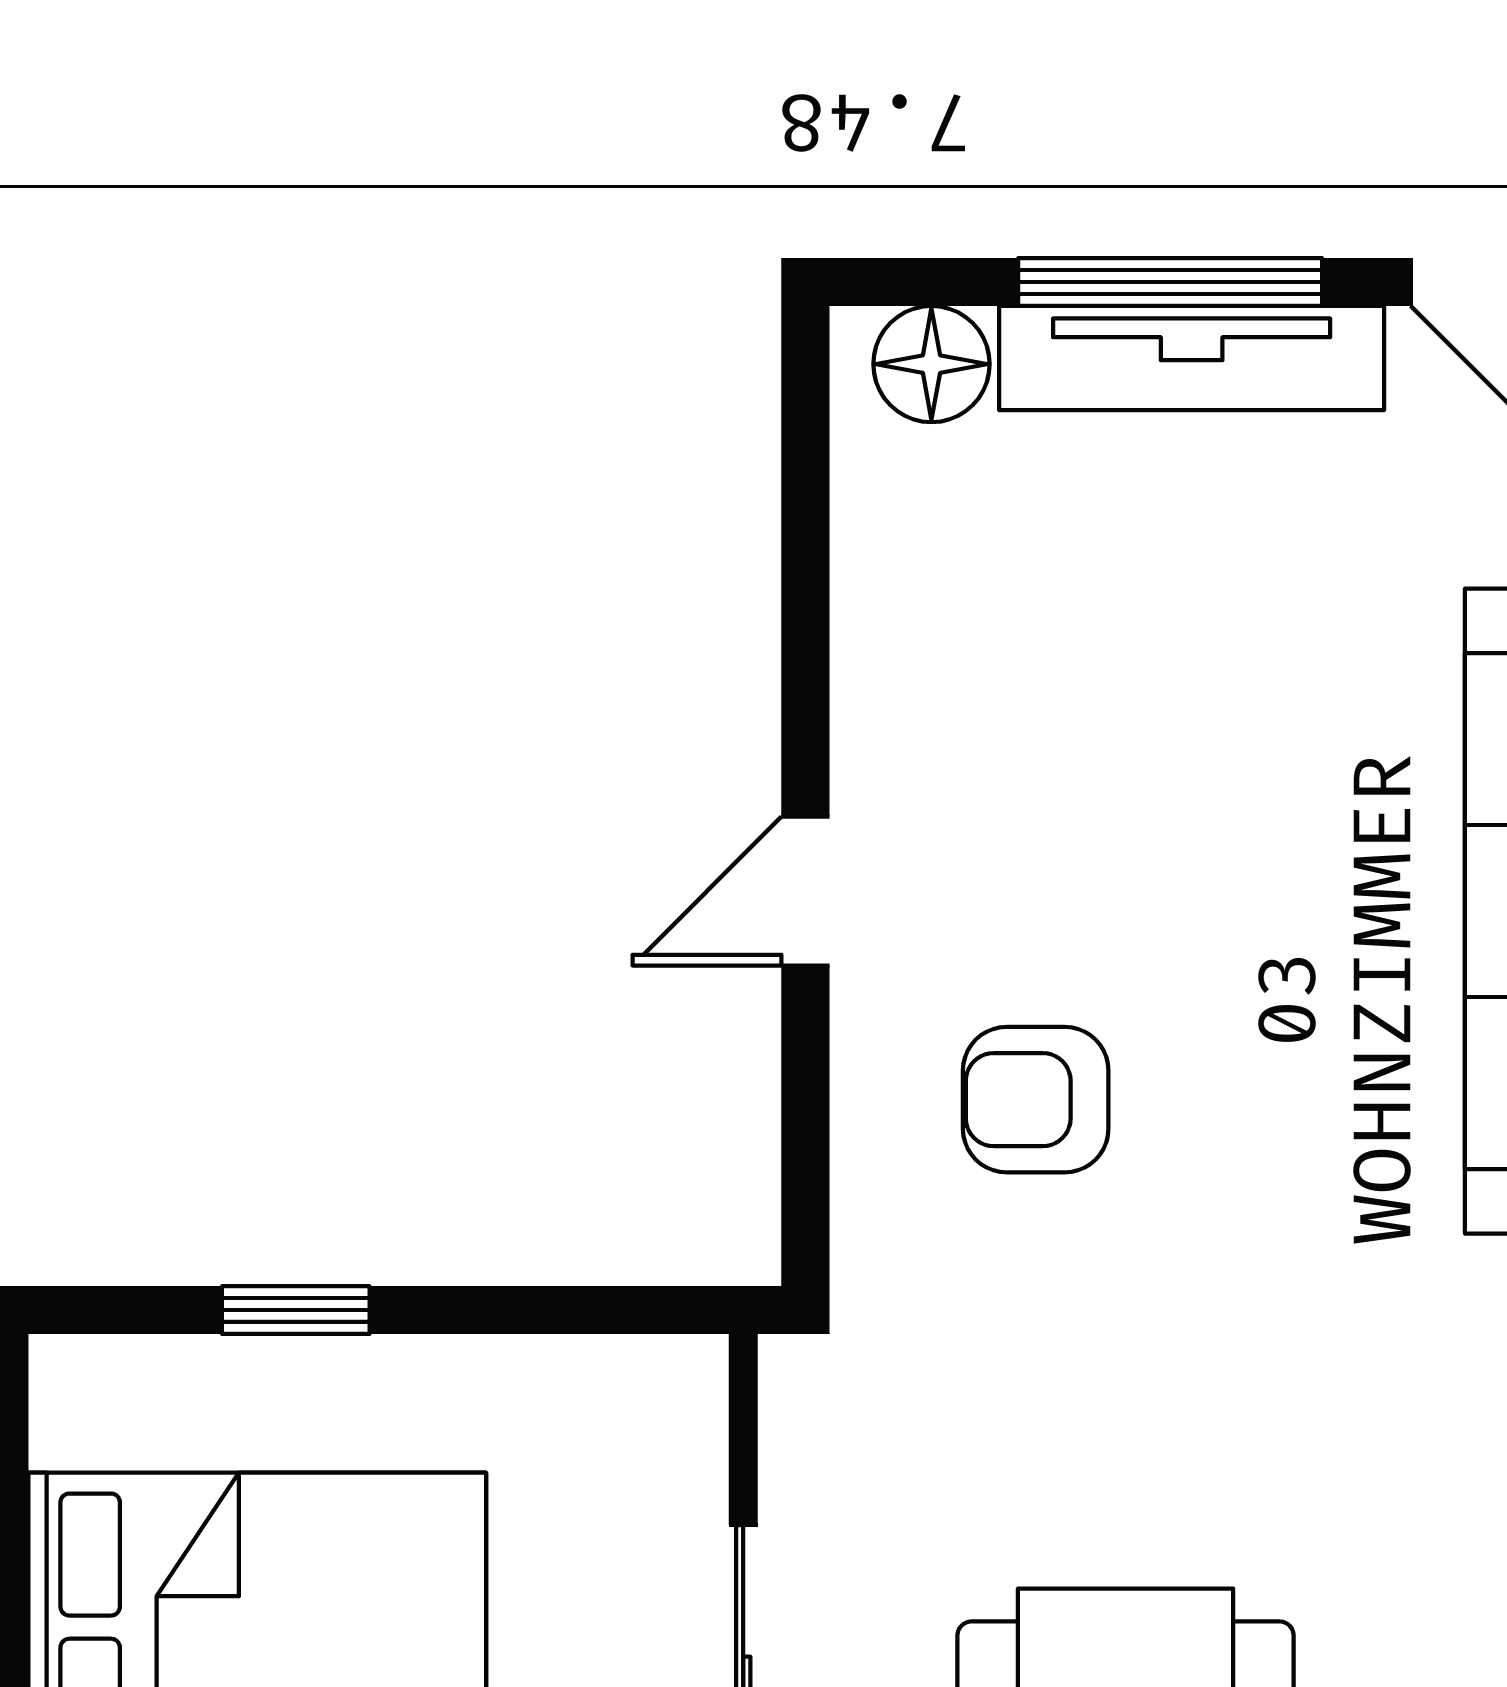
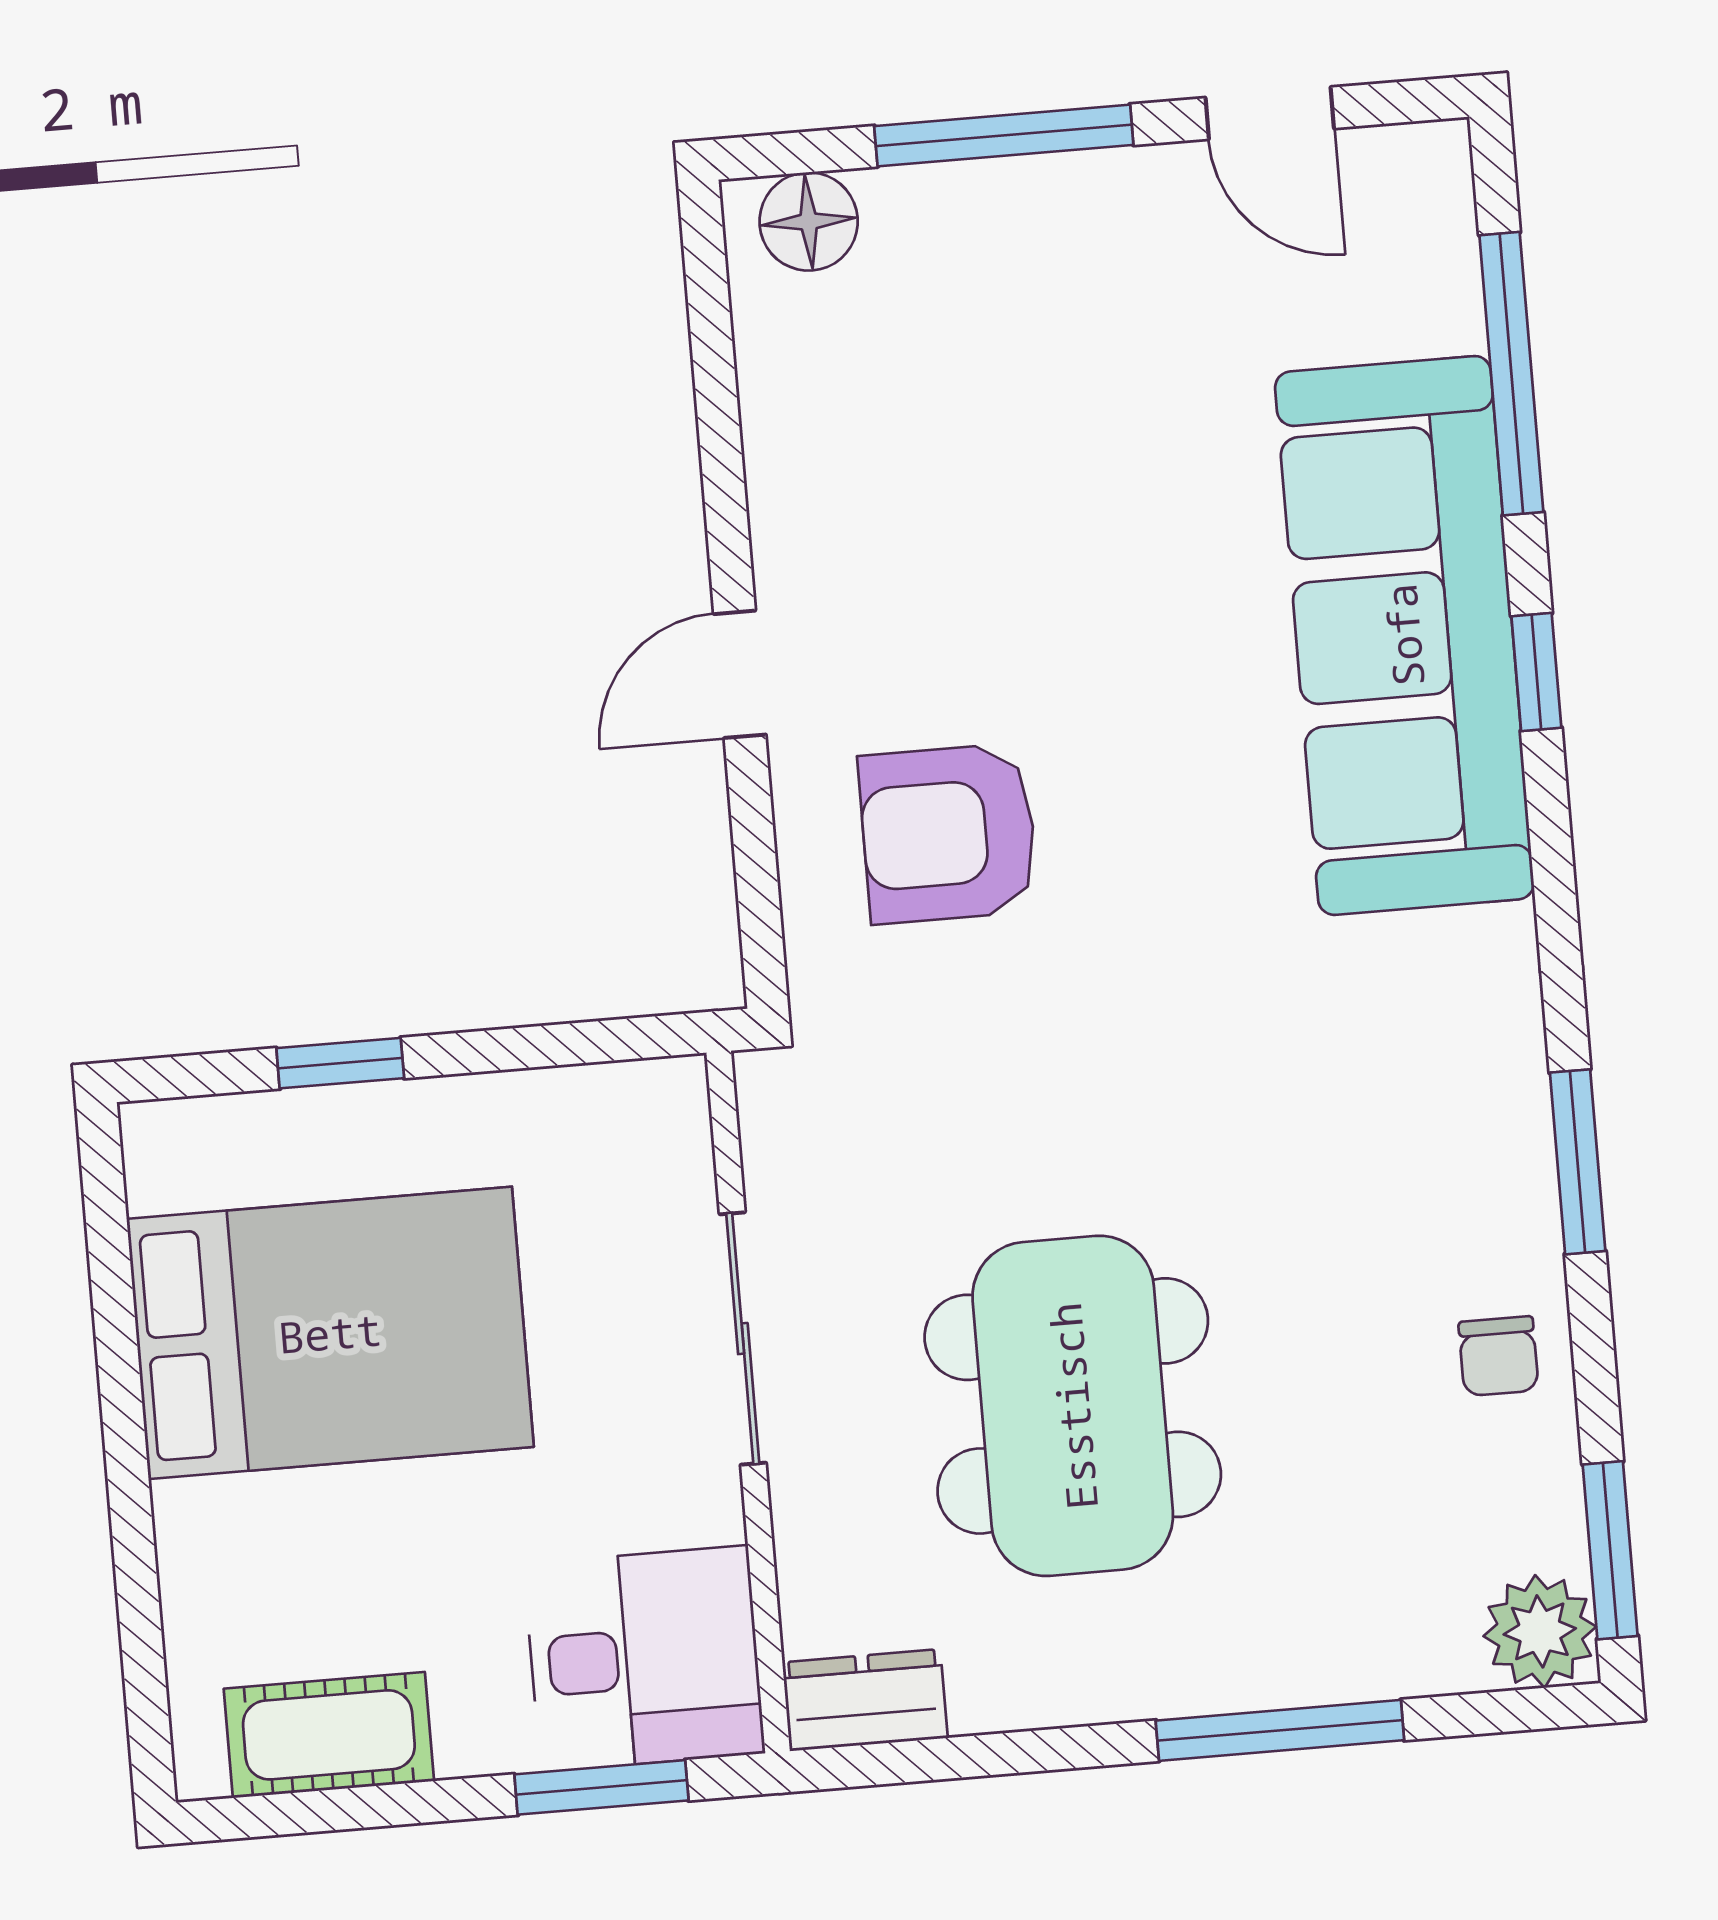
tv unit: (1192, 358) -> (1027, 198), removed
armchair: (1036, 1100) -> (948, 834), width x1.38, depth x1.38

